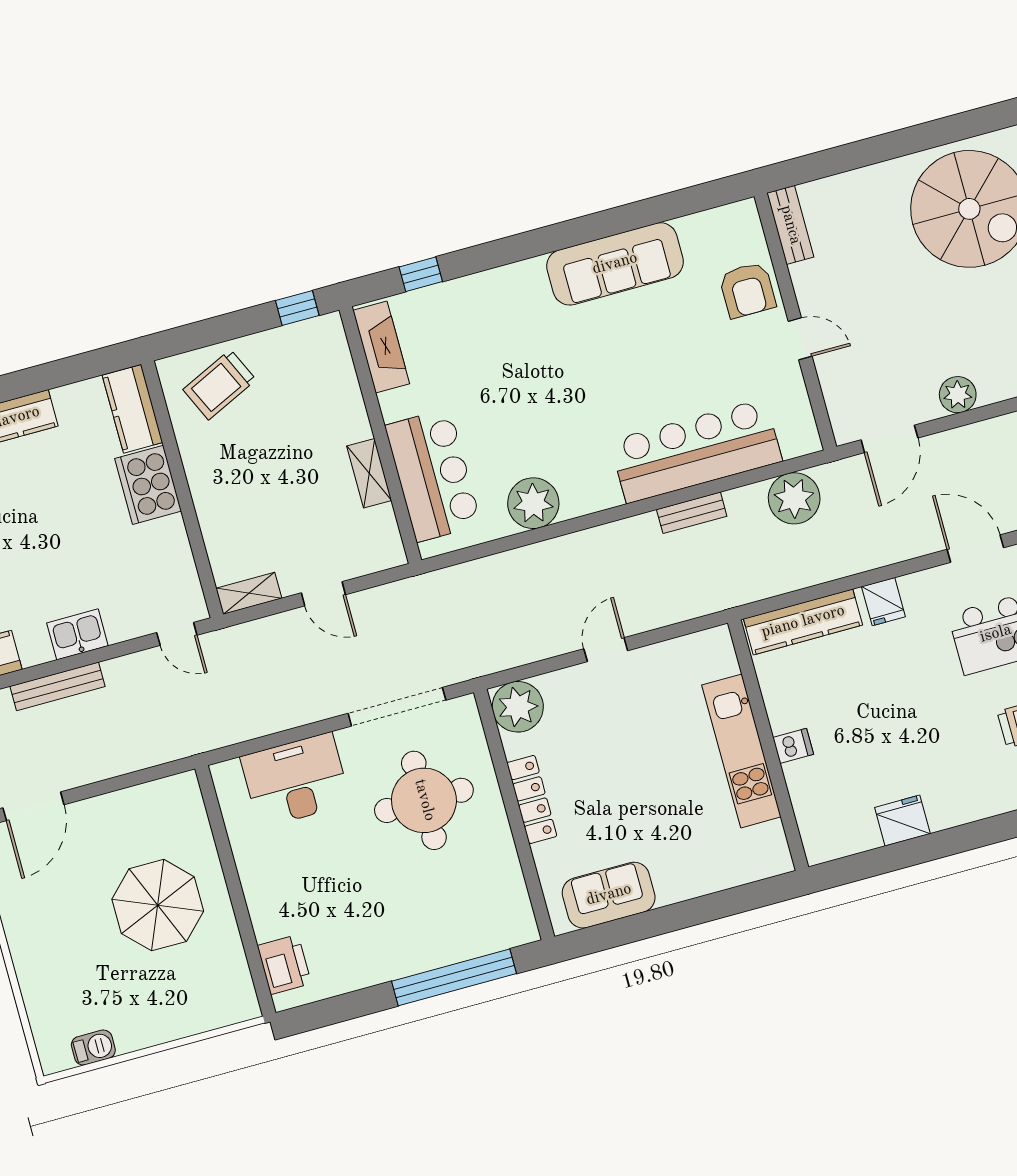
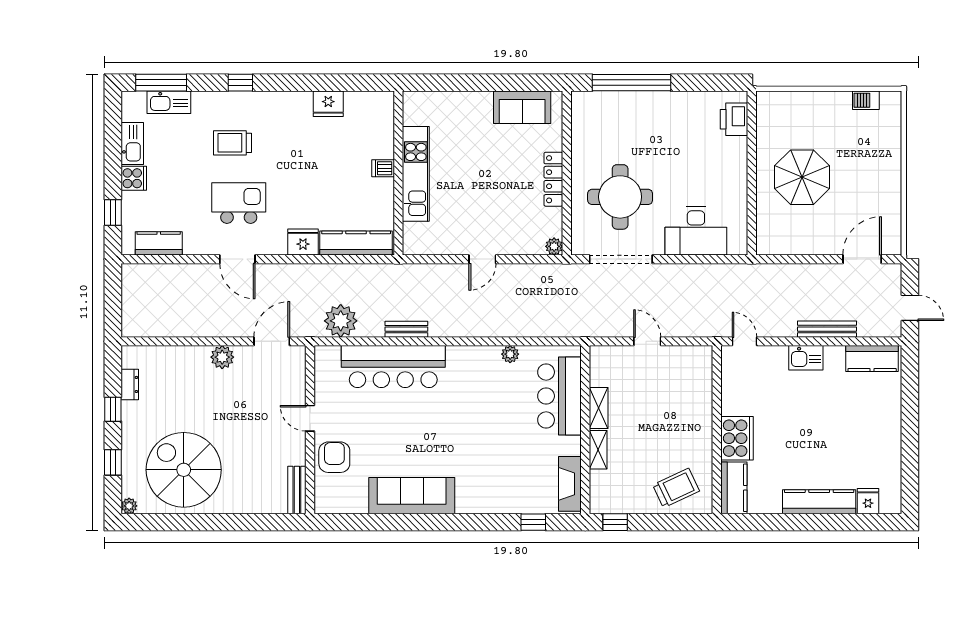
plant: (533, 503) -> (510, 354), width x0.53, depth x0.53
shelving: (249, 593) -> (598, 450), moved, turned 90
fridge: (883, 602) -> (303, 242), width x1.38
plant: (518, 707) -> (554, 246), width x0.53, depth x0.53

